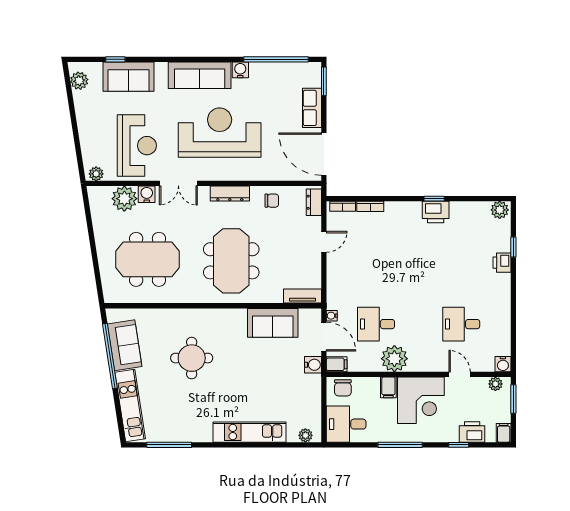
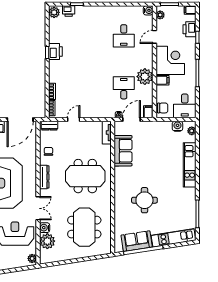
door: (324, 242) -> (74, 120), hinge flipped
printer: (502, 263) -> (69, 11), moved
desk: (376, 324) -> (124, 88), turned 180
water cooler: (313, 365) -> (177, 126), moved

